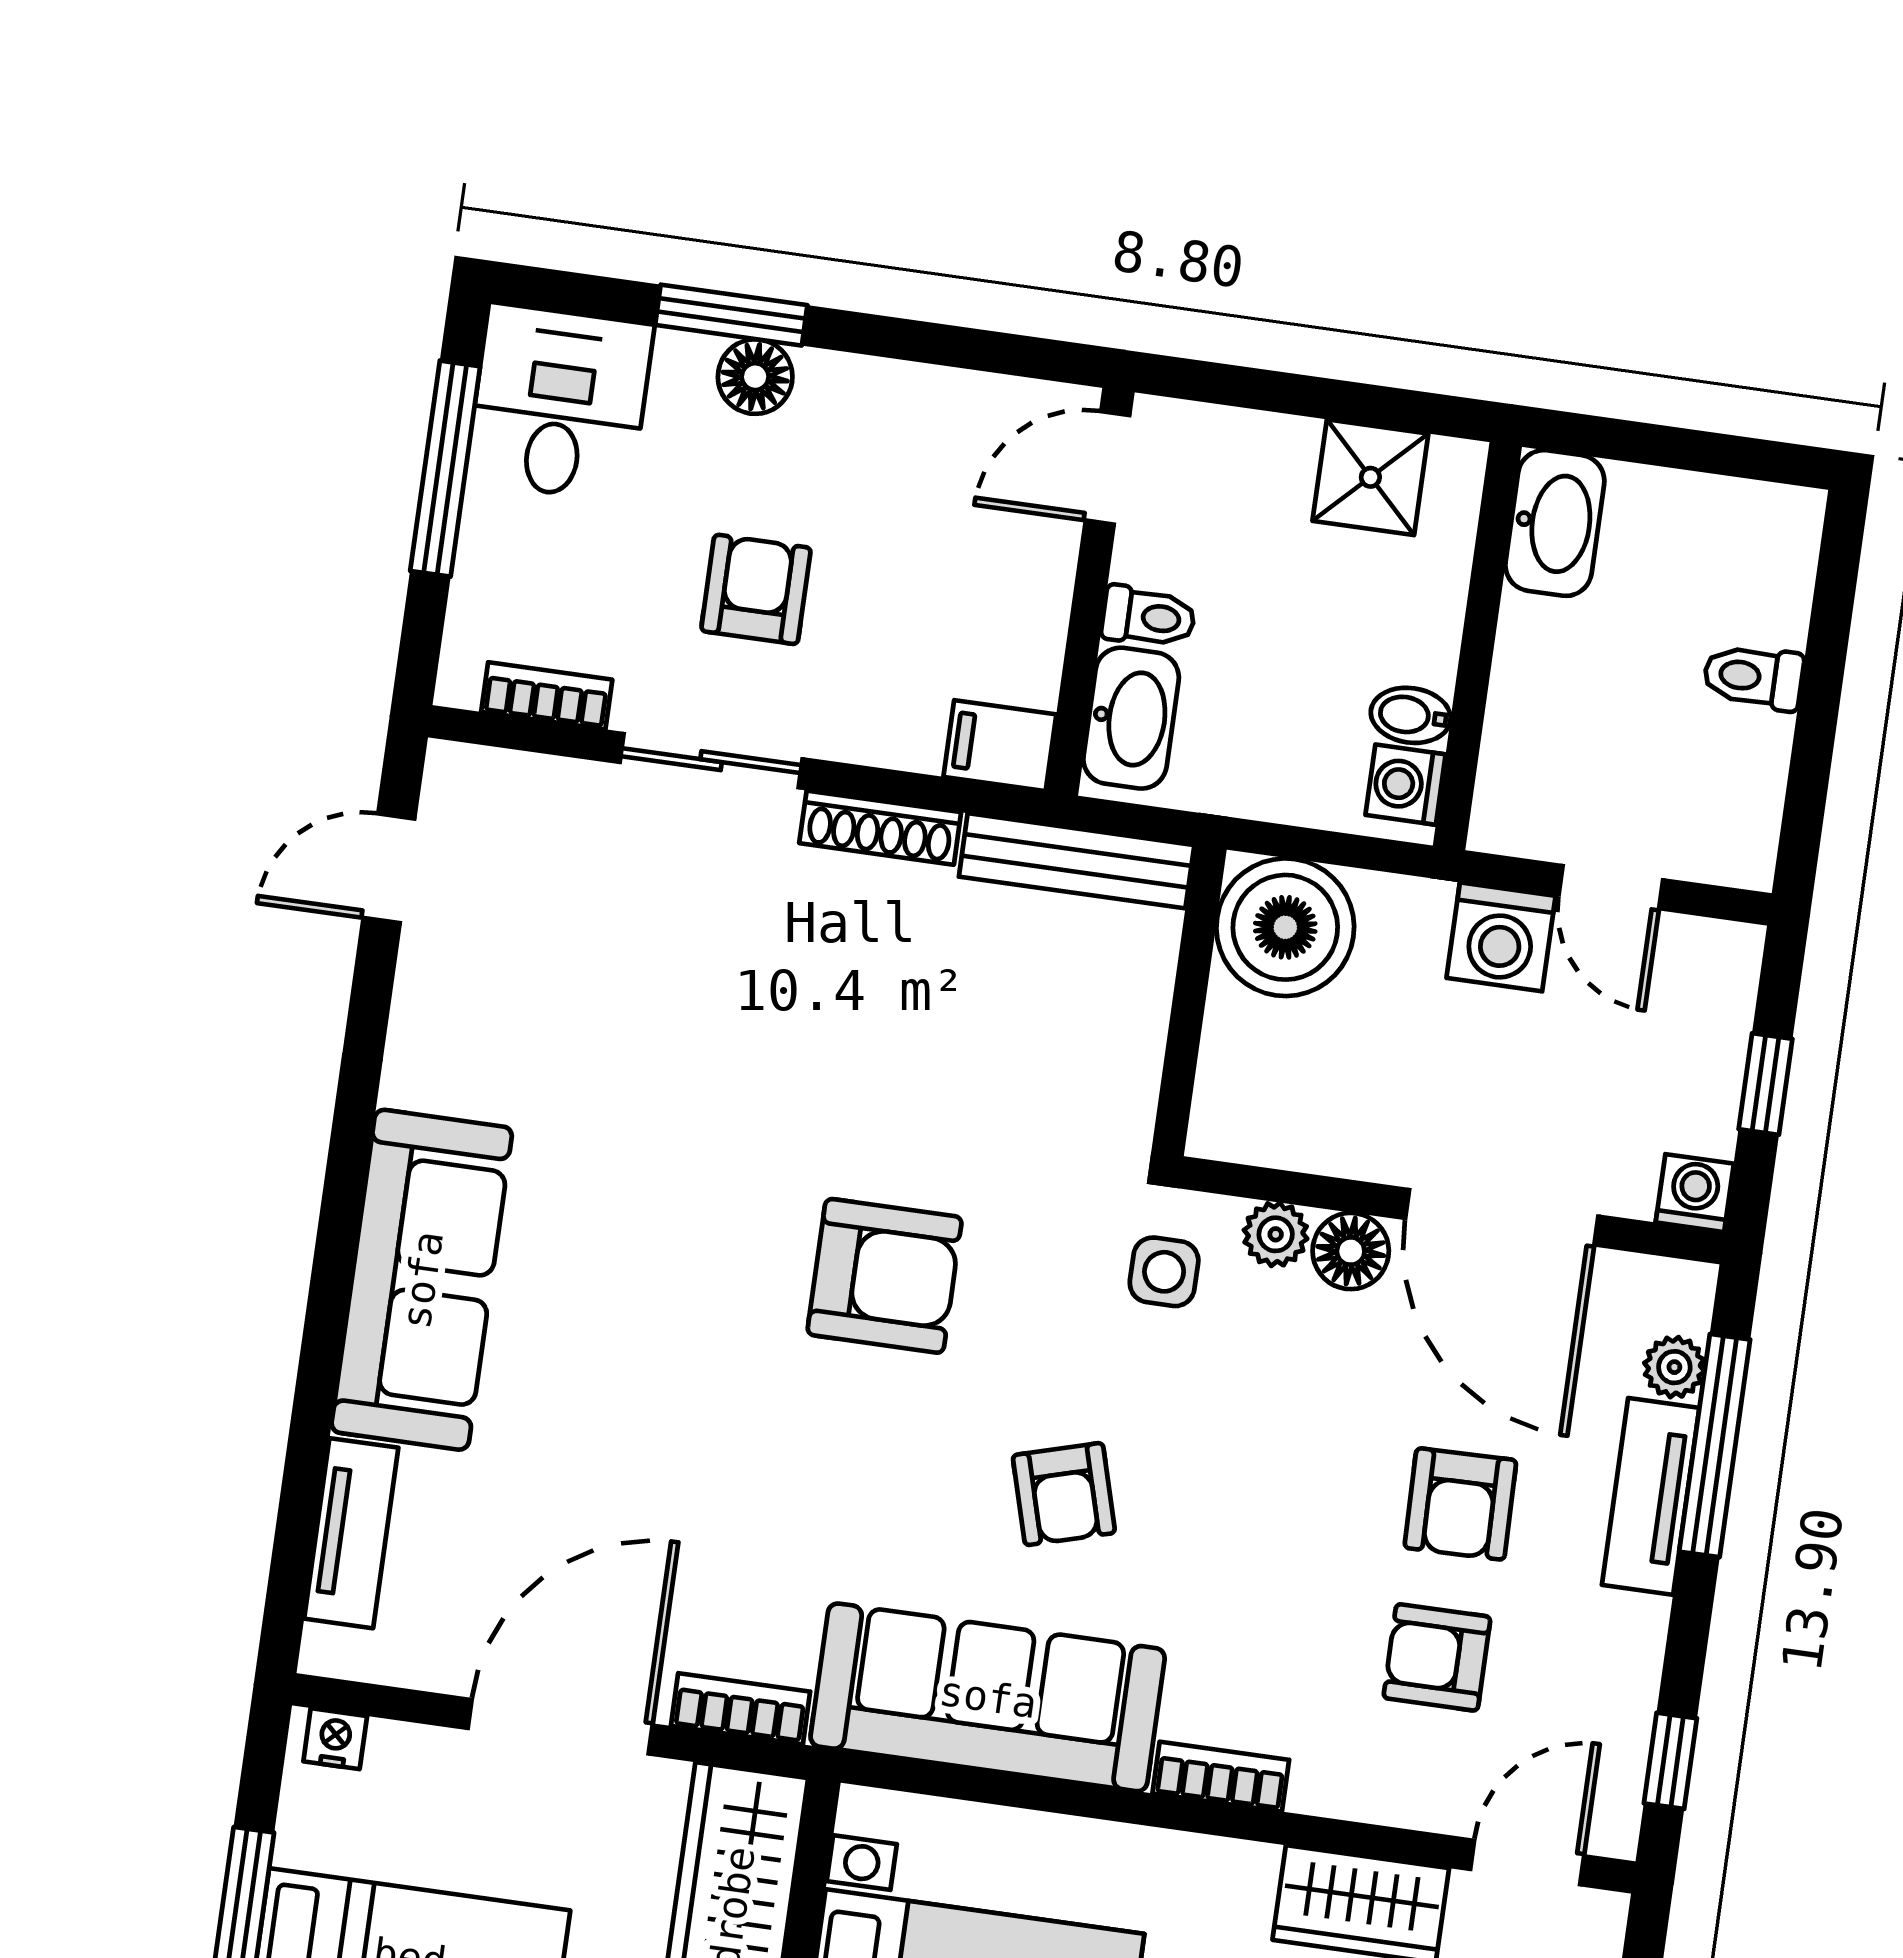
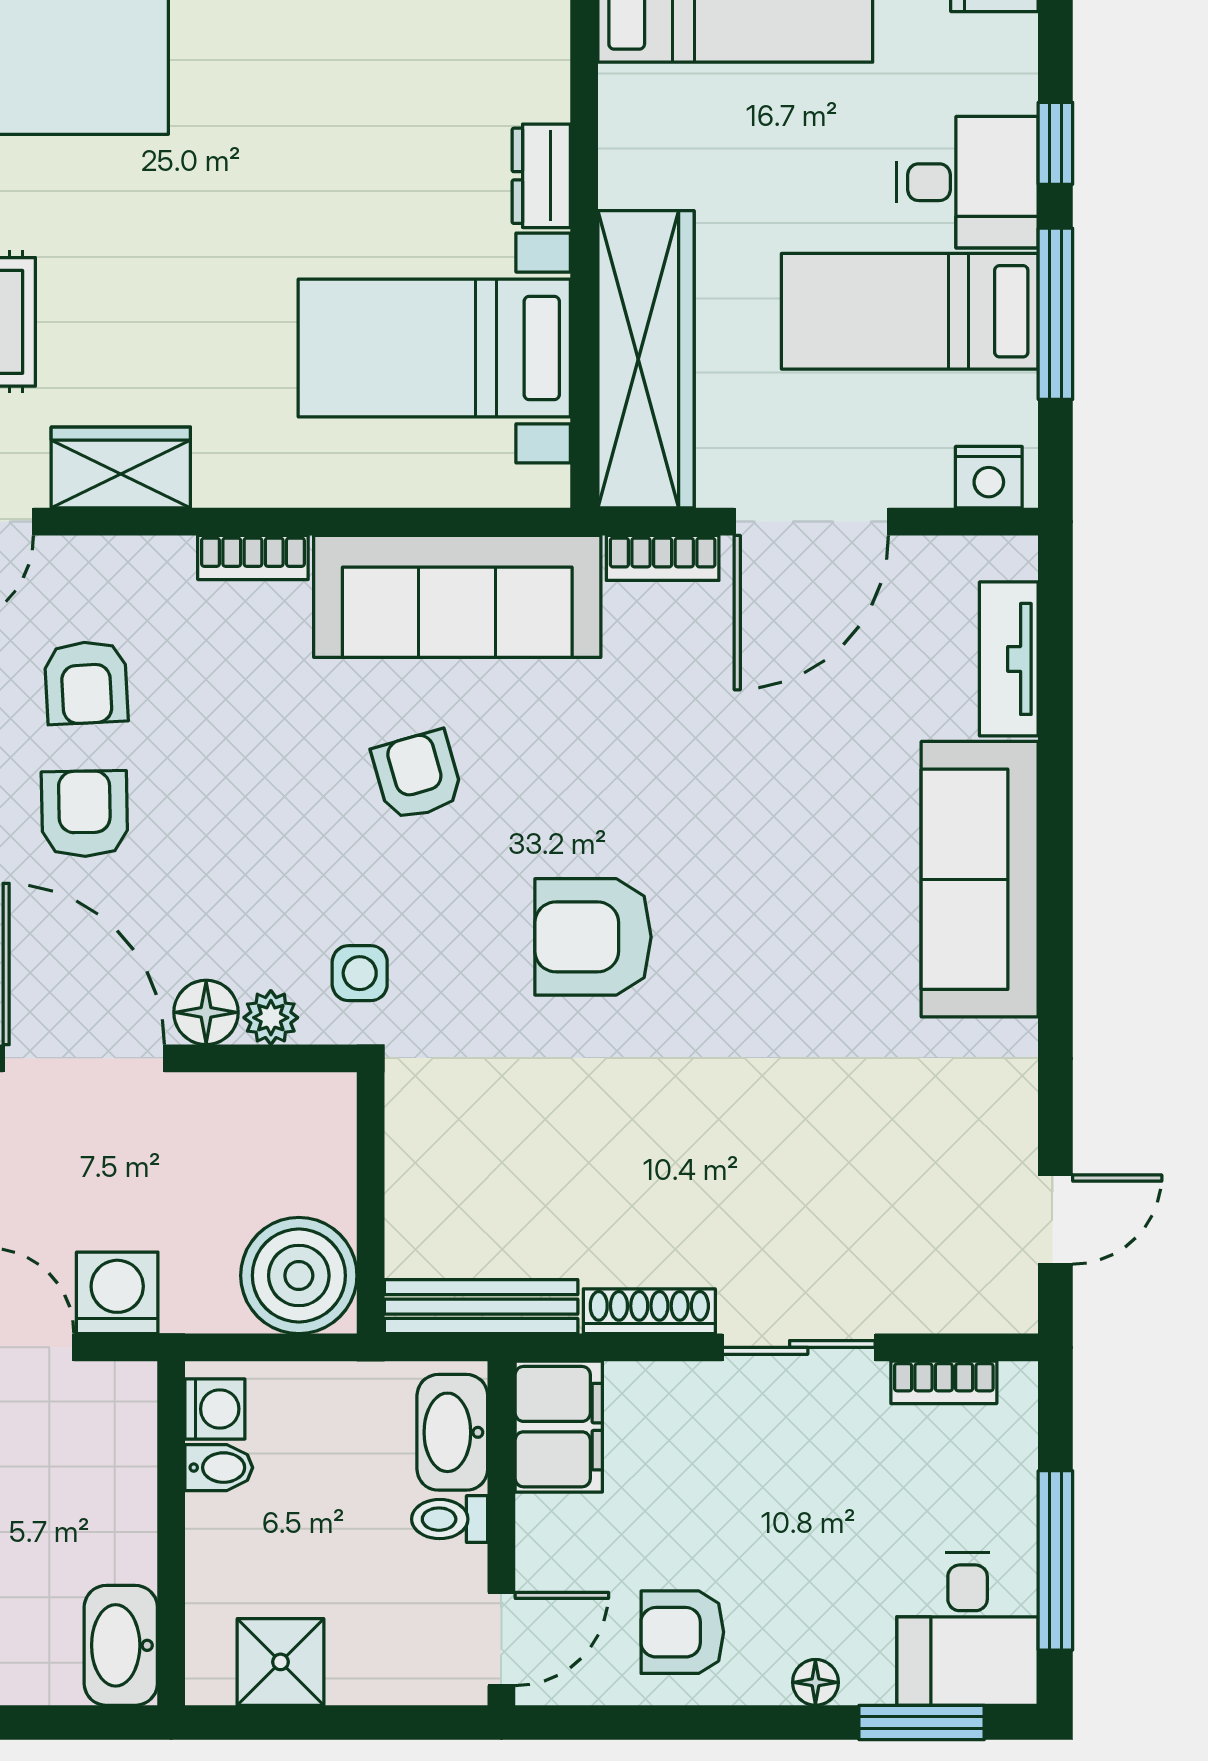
window: (731, 315) -> (922, 1722), moved
floor lamp: (755, 377) -> (815, 1682), width x0.73, depth x0.73
armchair: (756, 589) -> (682, 1632), moved, turned 90
filing cabinet: (1000, 746) -> (559, 1427), width x2.00
armchair: (1437, 1657) -> (86, 683), turned 87
nightstand: (335, 1739) -> (989, 477), width x1.39, depth x1.35

